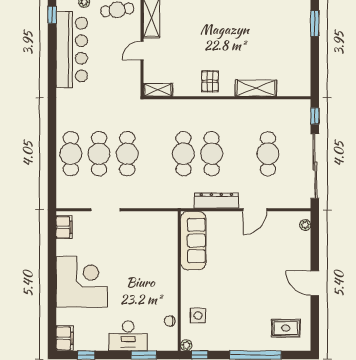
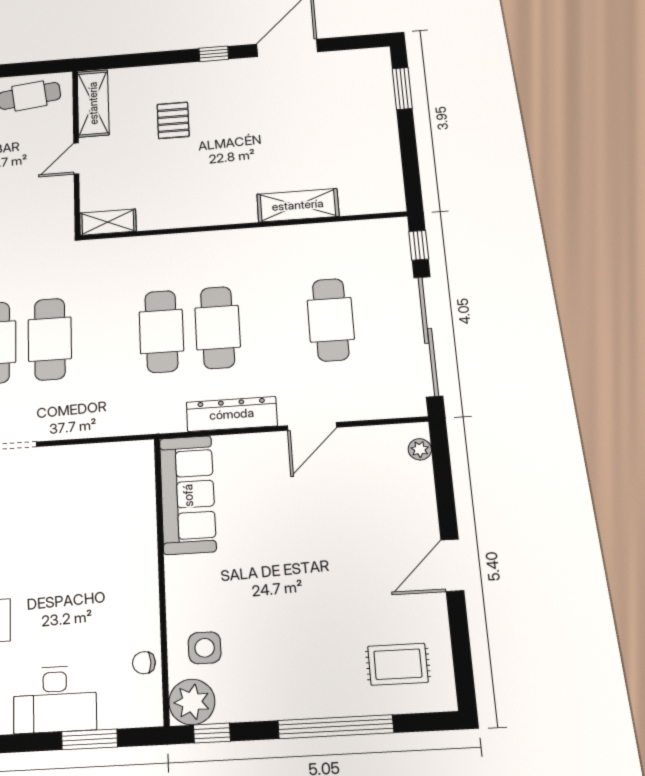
pallet: (210, 81) -> (173, 120), moved
door: (315, 283) -> (452, 565), hinge flipped
plant: (186, 345) -> (192, 702), width x1.87, depth x1.87

